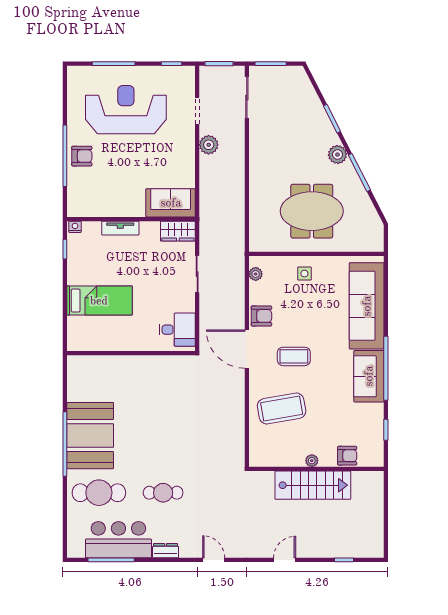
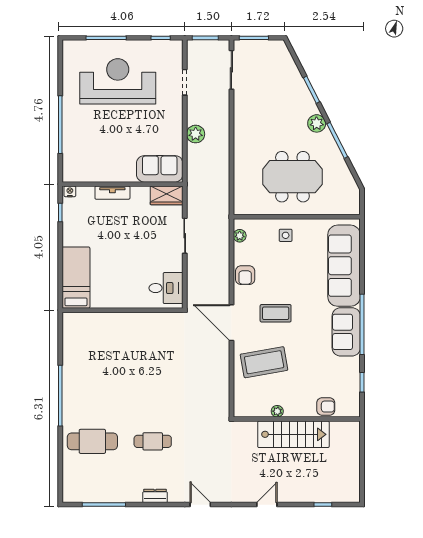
plant: (209, 145) -> (196, 134), moved
armchair: (82, 156) -> (76, 125), removed
bed: (99, 301) -> (76, 278), moved, turned -90
armchair: (261, 316) -> (245, 275), turned 90
door: (247, 349) -> (231, 323), moved
booth: (90, 436) -> (84, 388), removed
plant: (312, 461) -> (277, 411), moved
bar counter: (118, 540) -> (111, 486), removed

